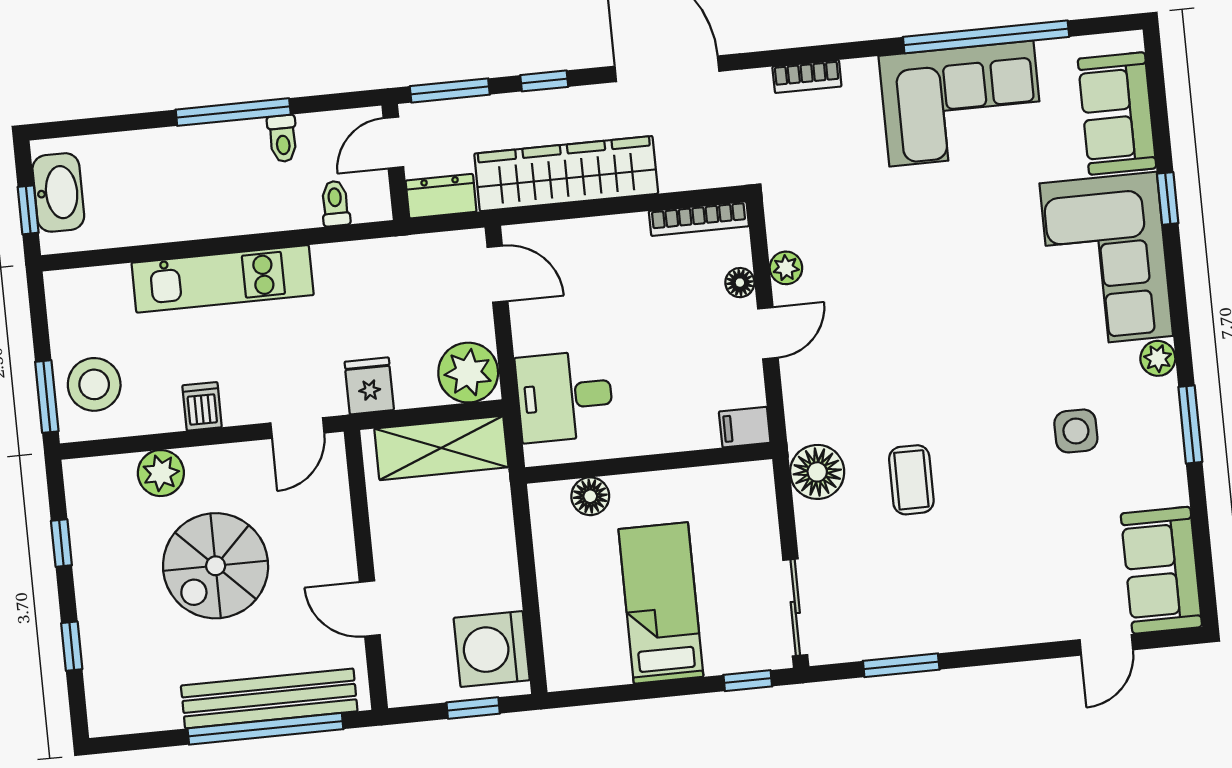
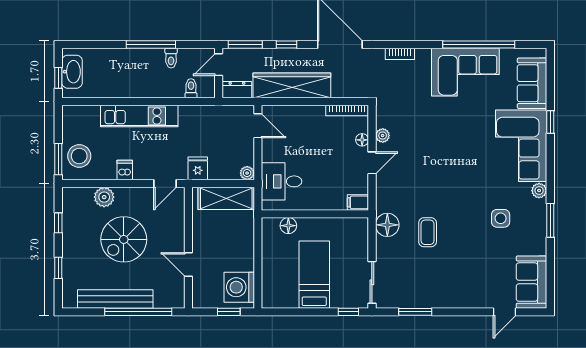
plant: (468, 373) -> (247, 173), width x0.53, depth x0.53
bench: (269, 698) -> (115, 299), moved

